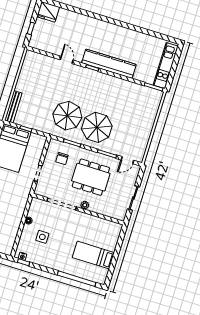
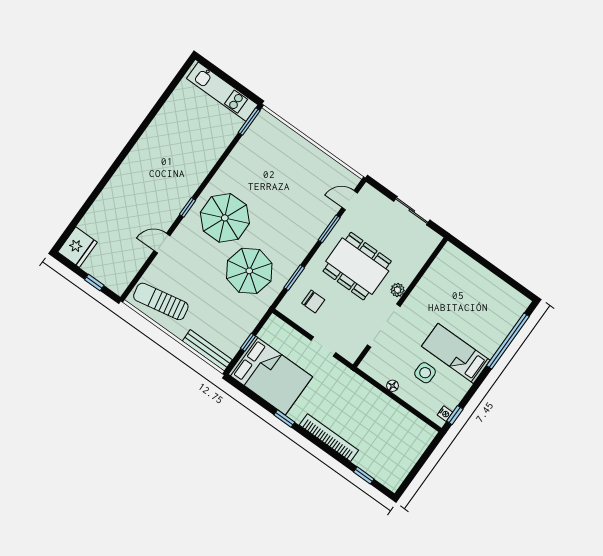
kitchen counter: (109, 64) -> (190, 179), removed
sun lounger: (33, 70) -> (161, 301), added
parasol: (97, 127) -> (225, 218), moved
door: (127, 160) -> (350, 200), swing flipped
dining table: (91, 177) -> (357, 266), turned 90
bed: (93, 255) -> (456, 353), moved, turned 90

